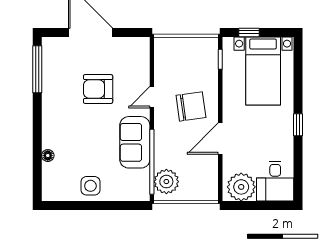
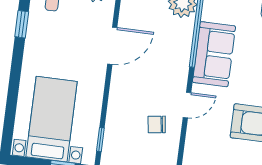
chair: (191, 106) -> (157, 124), moved, width x0.54, depth x0.54
window: (298, 125) -> (22, 24), moved

